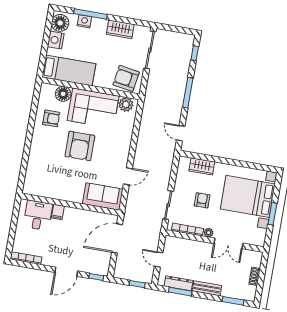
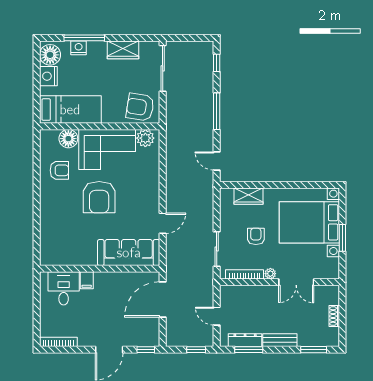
sofa: (103, 197) -> (129, 253), width x1.36

